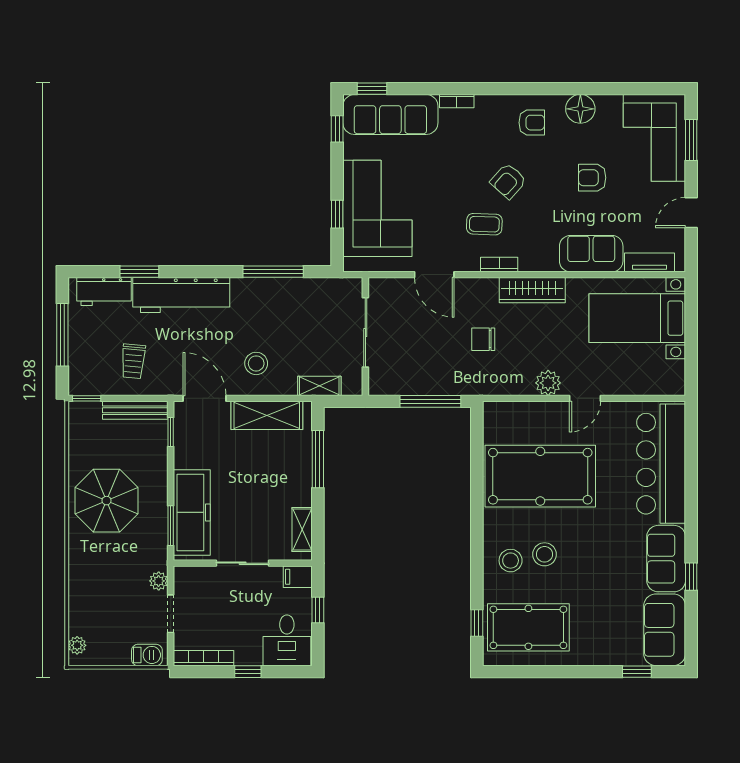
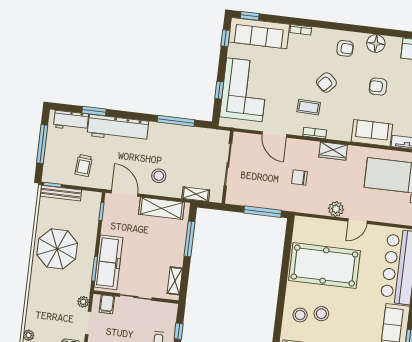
wardrobe: (532, 290) -> (333, 151), width x0.67
bench: (135, 410) -> (61, 193), moved
filing cabinet: (298, 577) -> (107, 304), moved, turned -90

